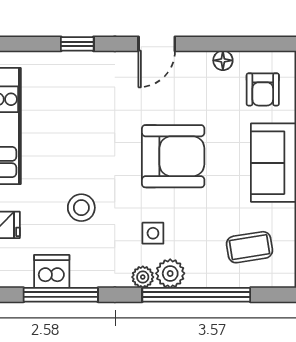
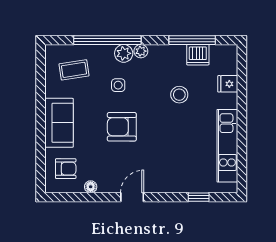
window: (77, 44) -> (199, 197), moved
armchair: (263, 89) -> (66, 169), turned 90
armchair: (173, 156) -> (122, 127), width x0.73, depth x0.73
side table: (153, 233) -> (118, 85), moved

